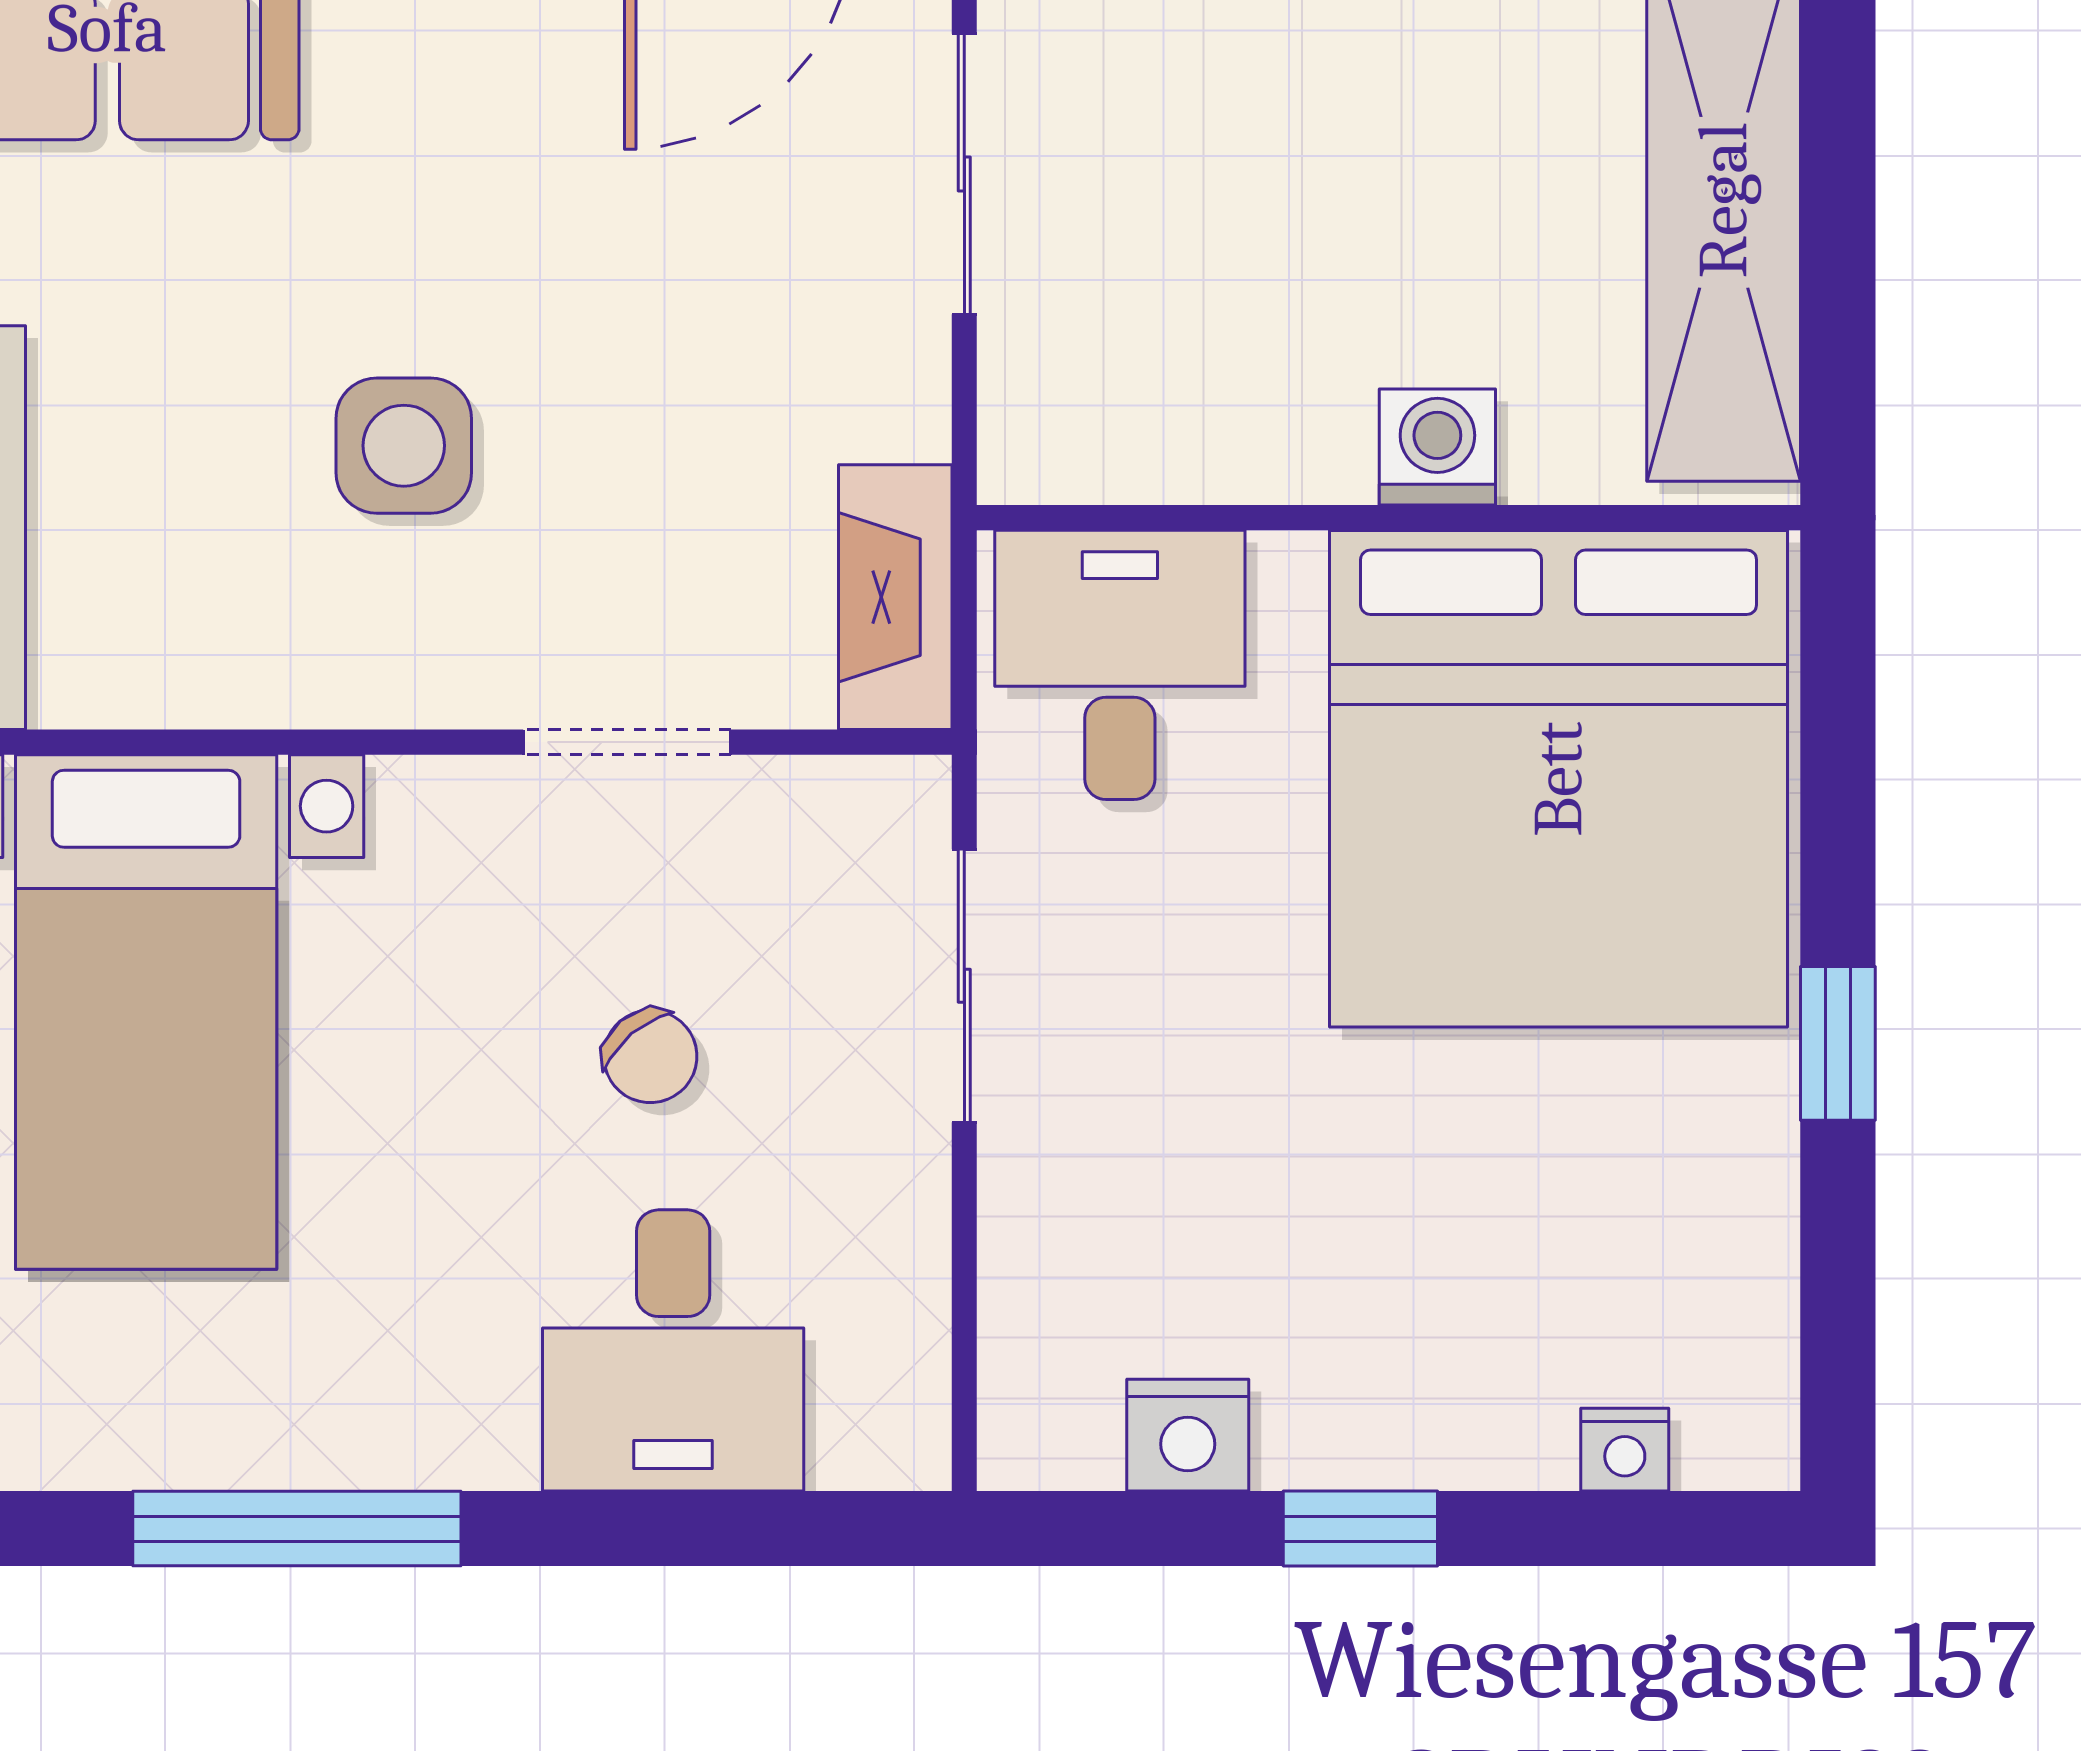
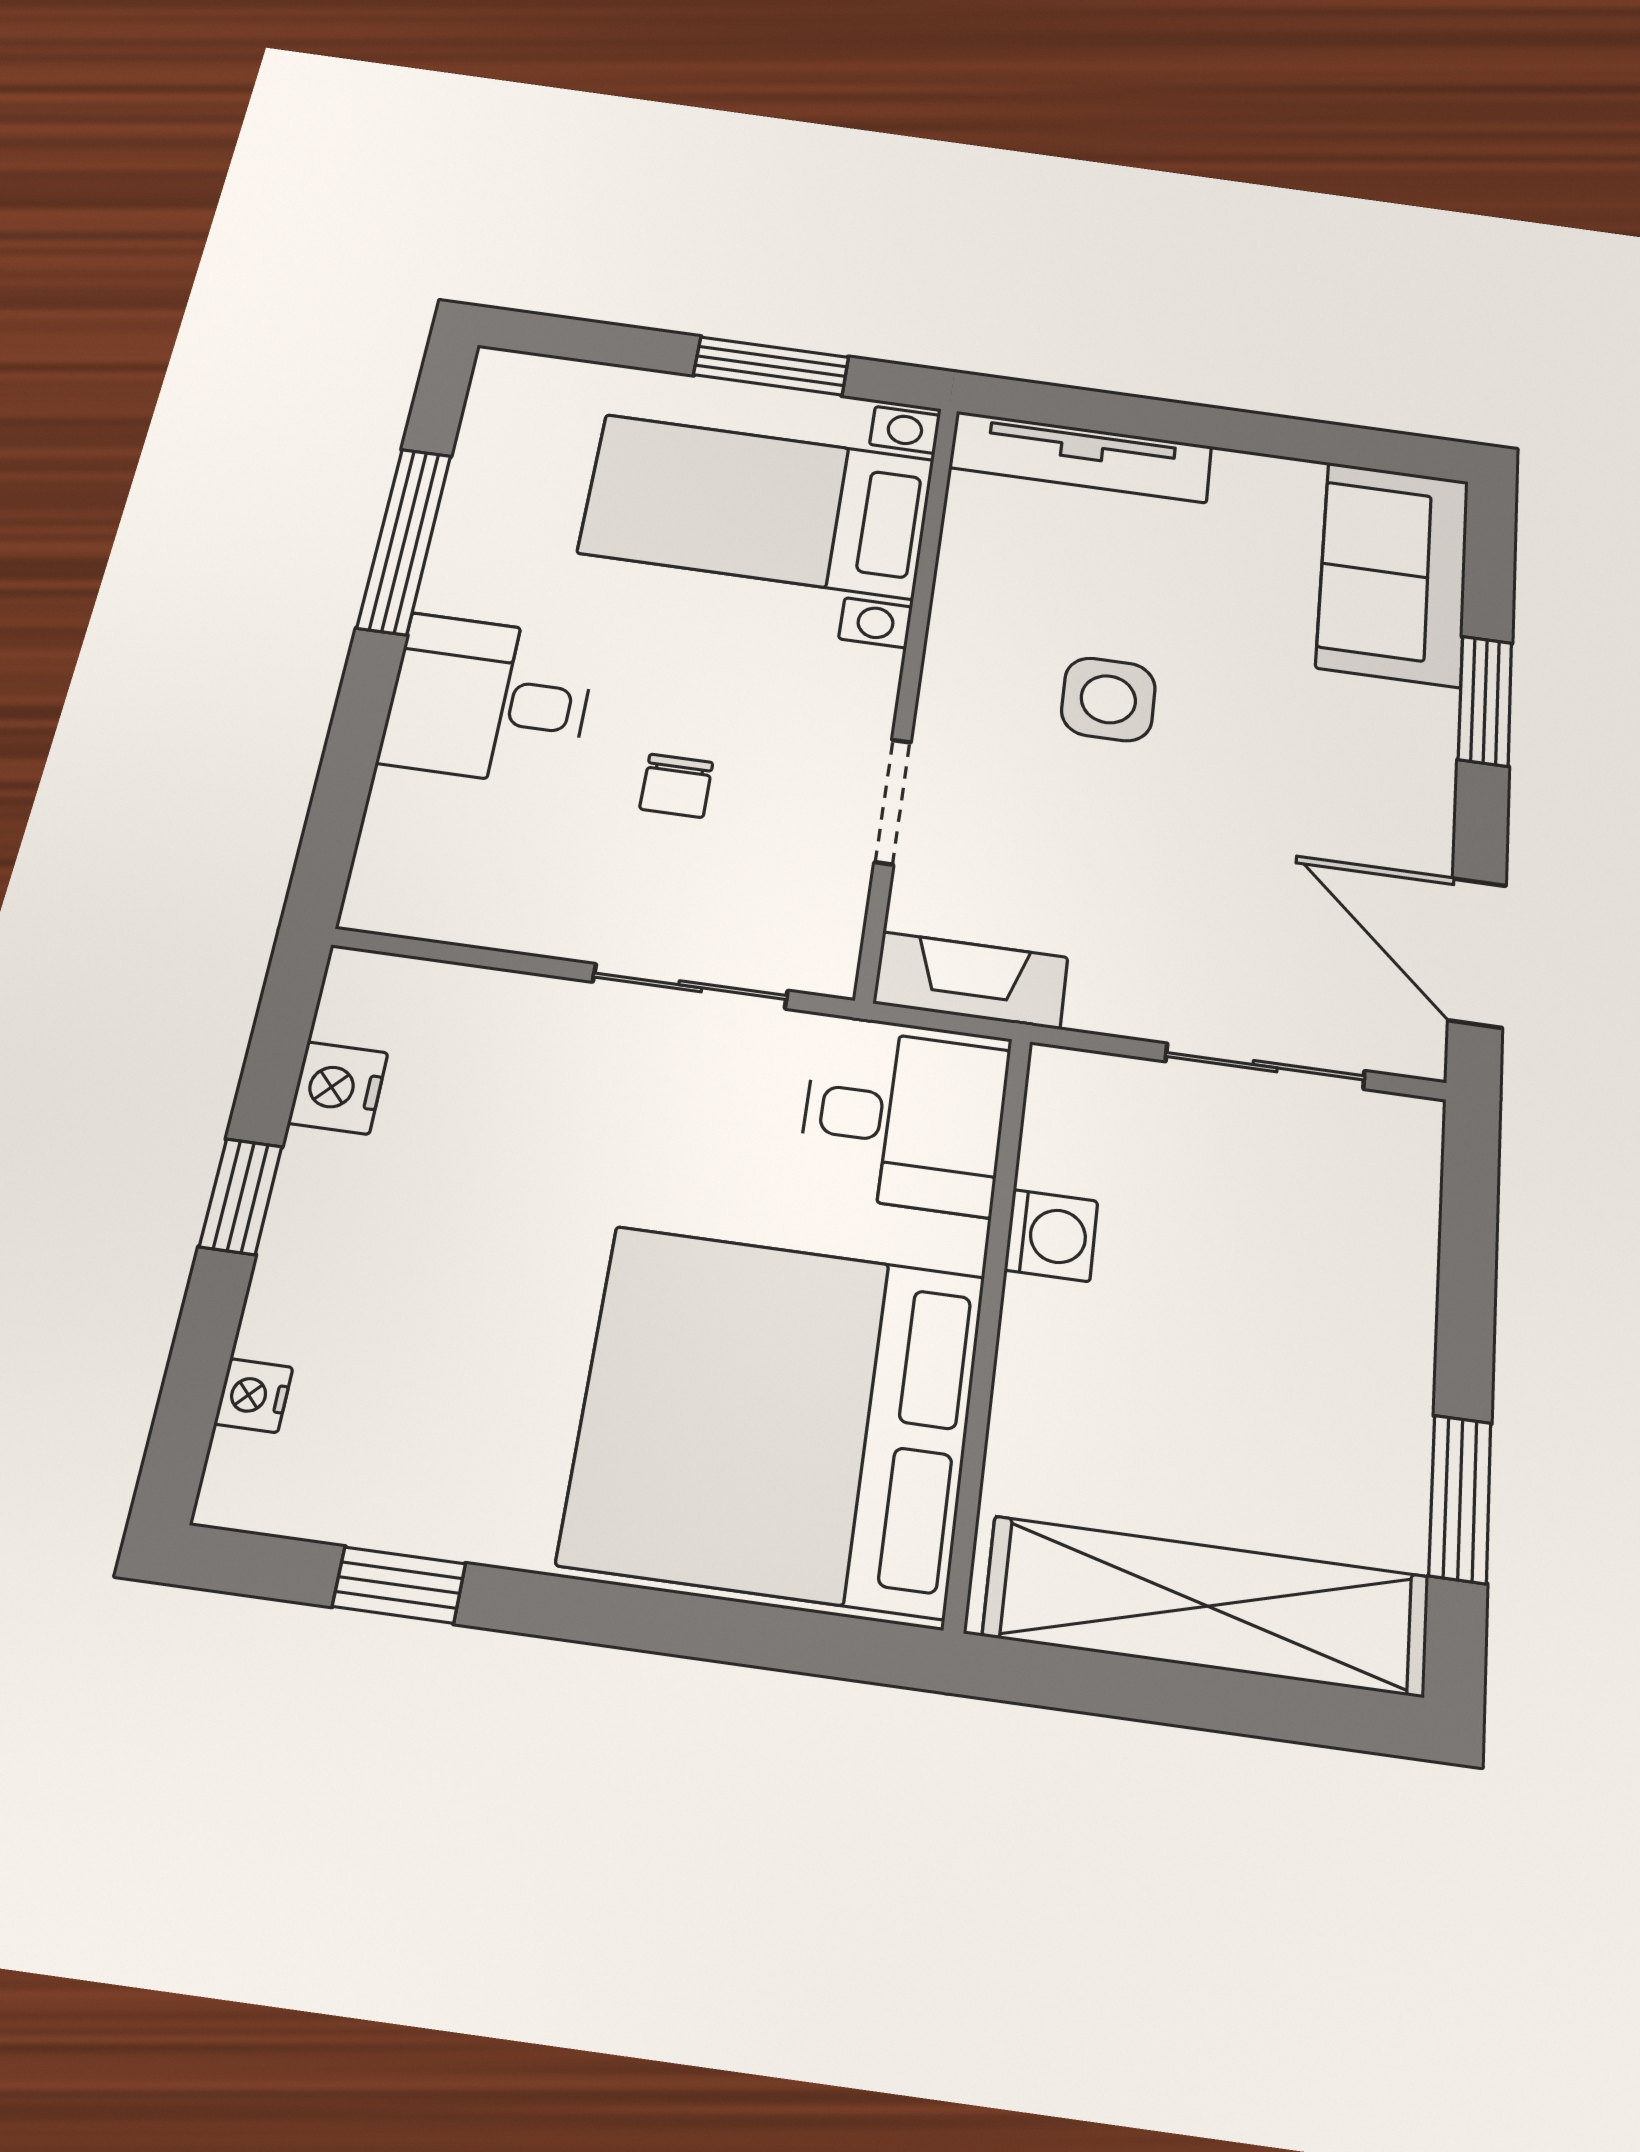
washing machine: (1437, 447) -> (1051, 1235), moved
window: (1838, 1043) -> (399, 1585), moved
chair: (650, 1056) -> (676, 786), turned -50
desk: (673, 1350) -> (489, 700), moved

